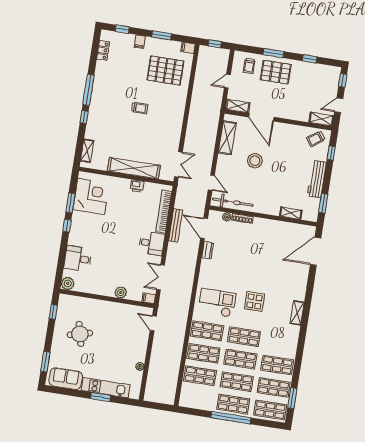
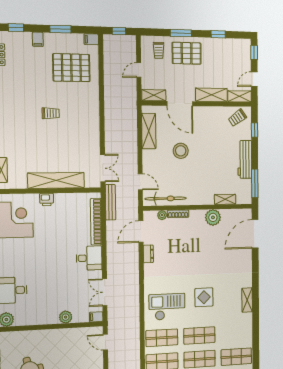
shelving: (294, 114) -> (211, 95), added
printer: (137, 186) -> (47, 199), moved
window: (323, 203) -> (255, 183), width x1.44
bench: (176, 225) -> (110, 202), moved
door: (204, 228) -> (141, 232), hinge flipped
plant: (276, 228) -> (213, 217), added

